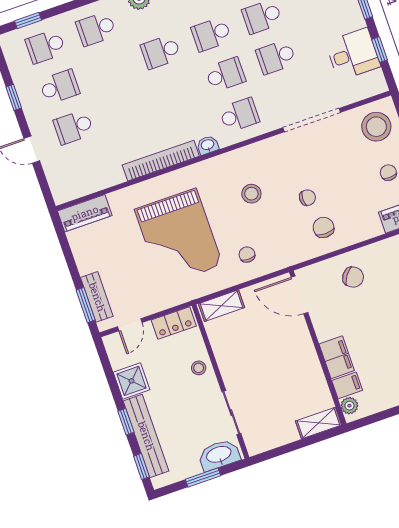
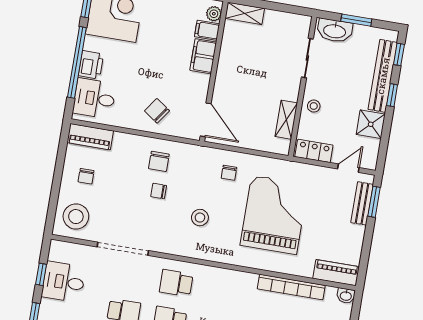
washbasin: (208, 145) -> (346, 296), moved
bookcase: (161, 161) -> (291, 287), moved
shelving: (221, 306) -> (286, 120), moved, turned 90

